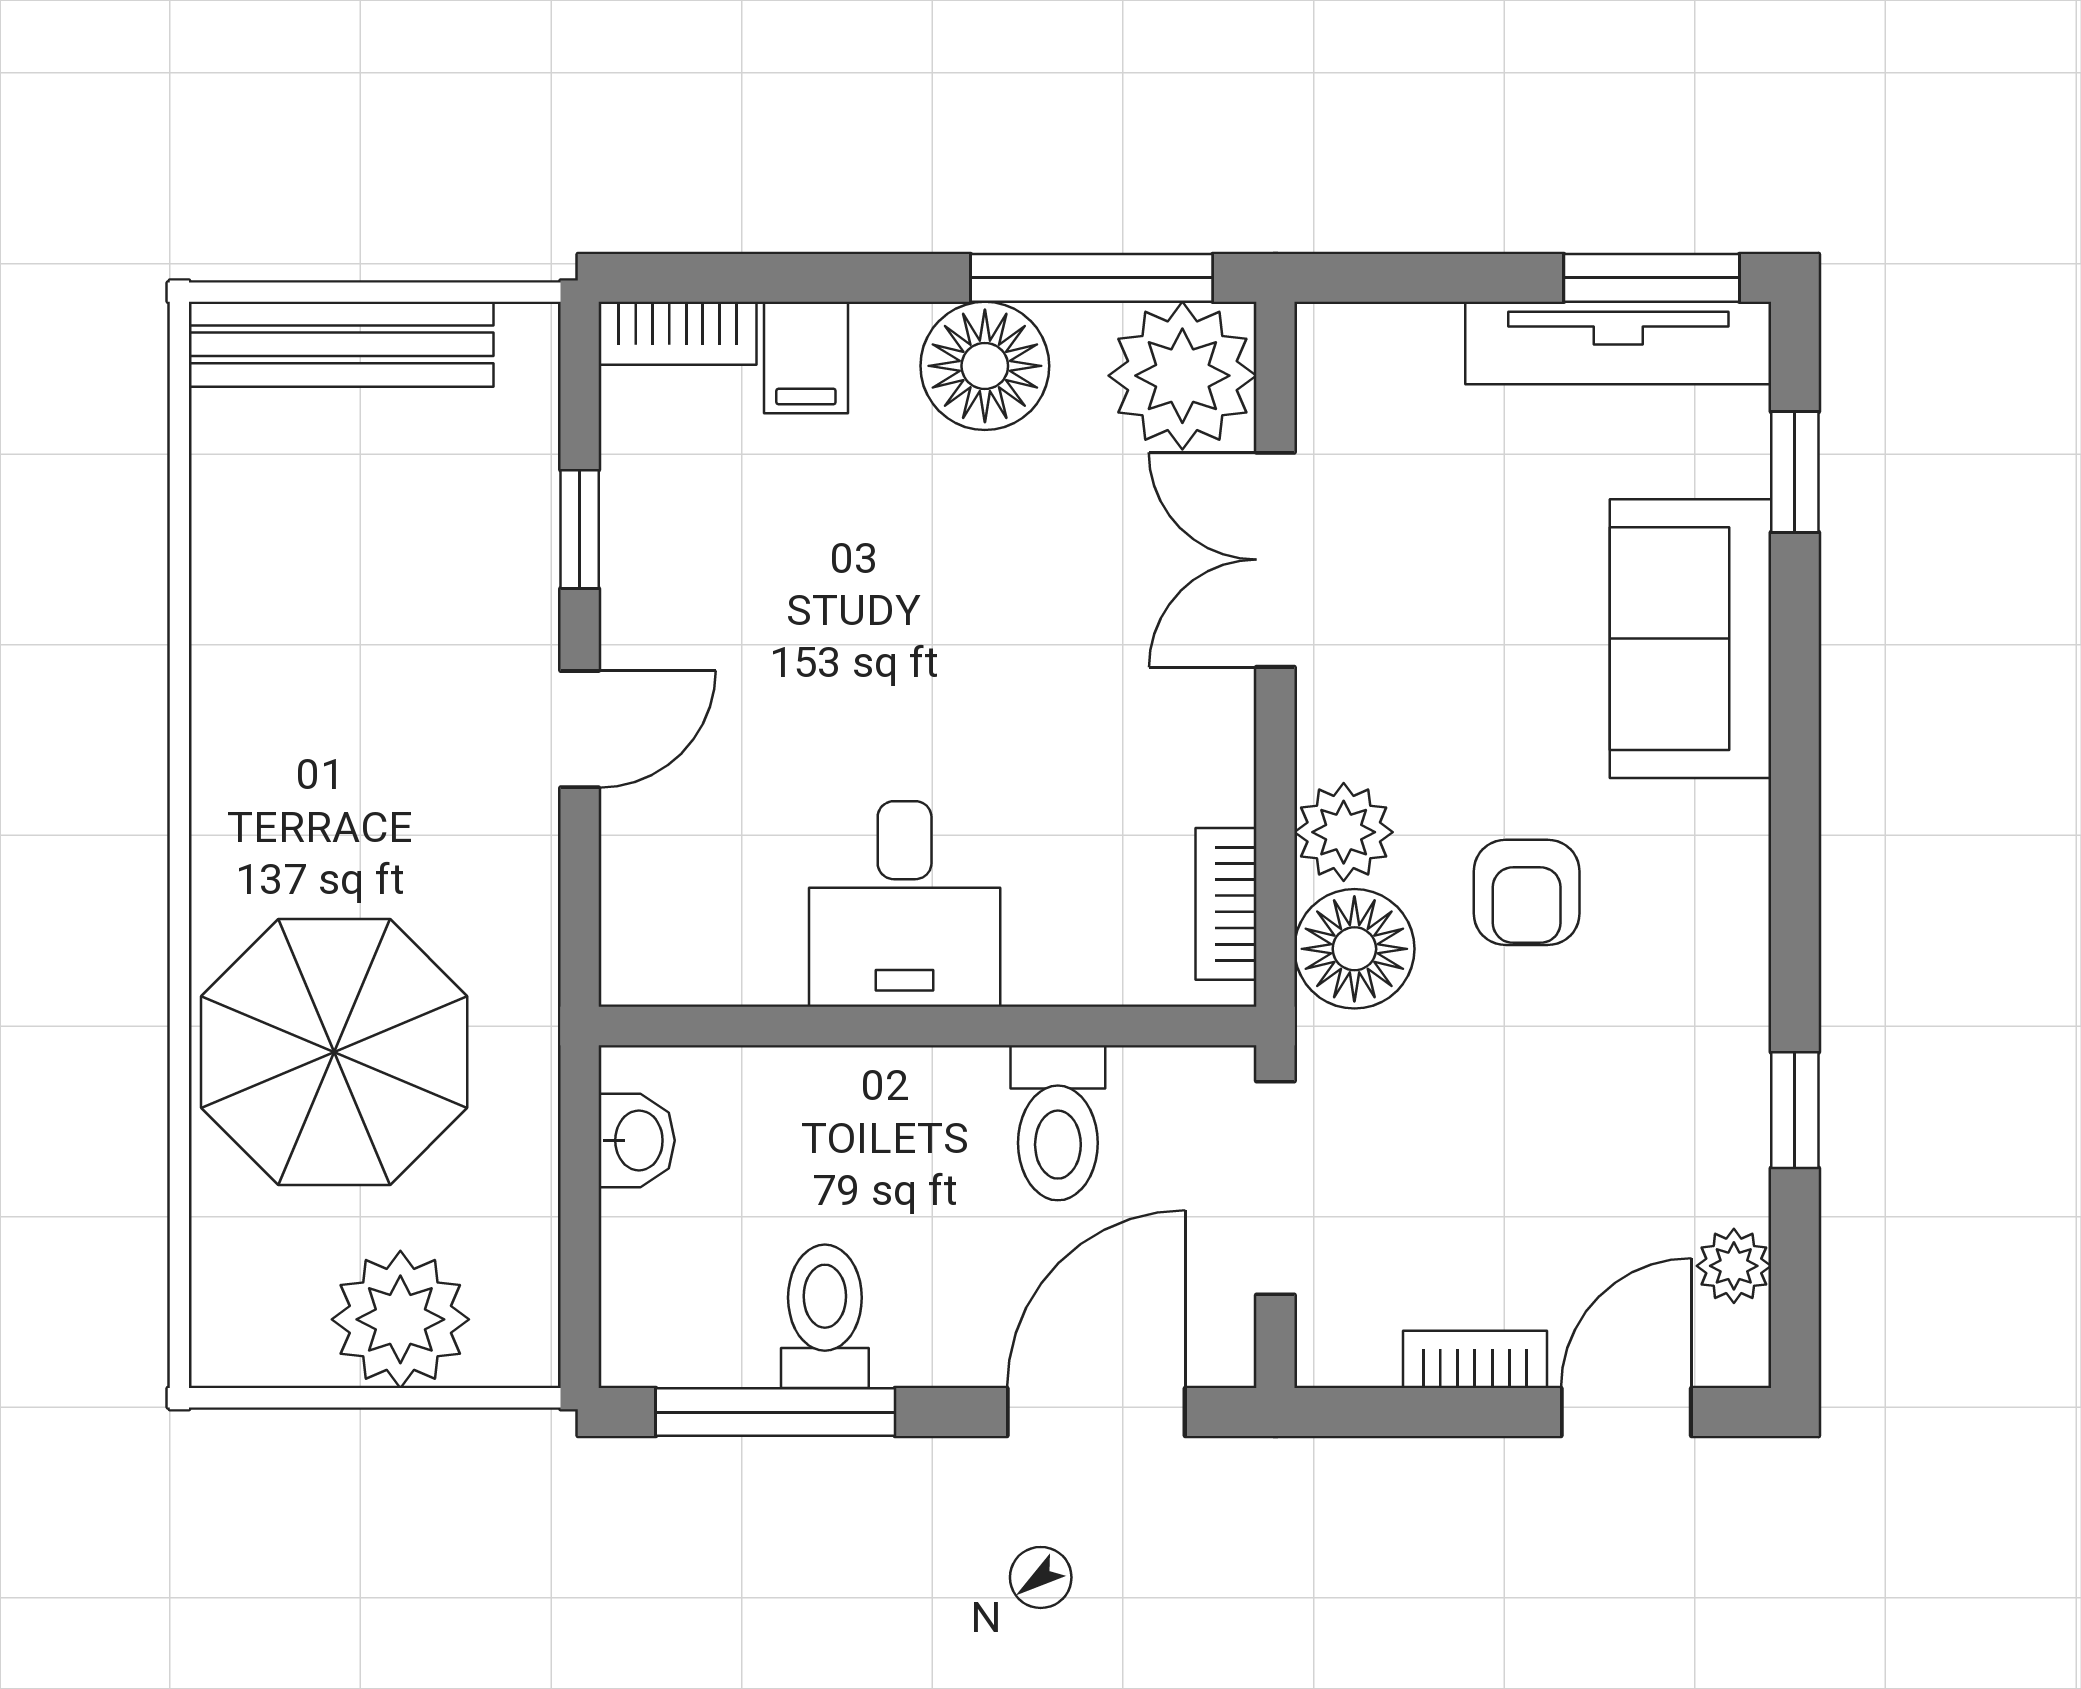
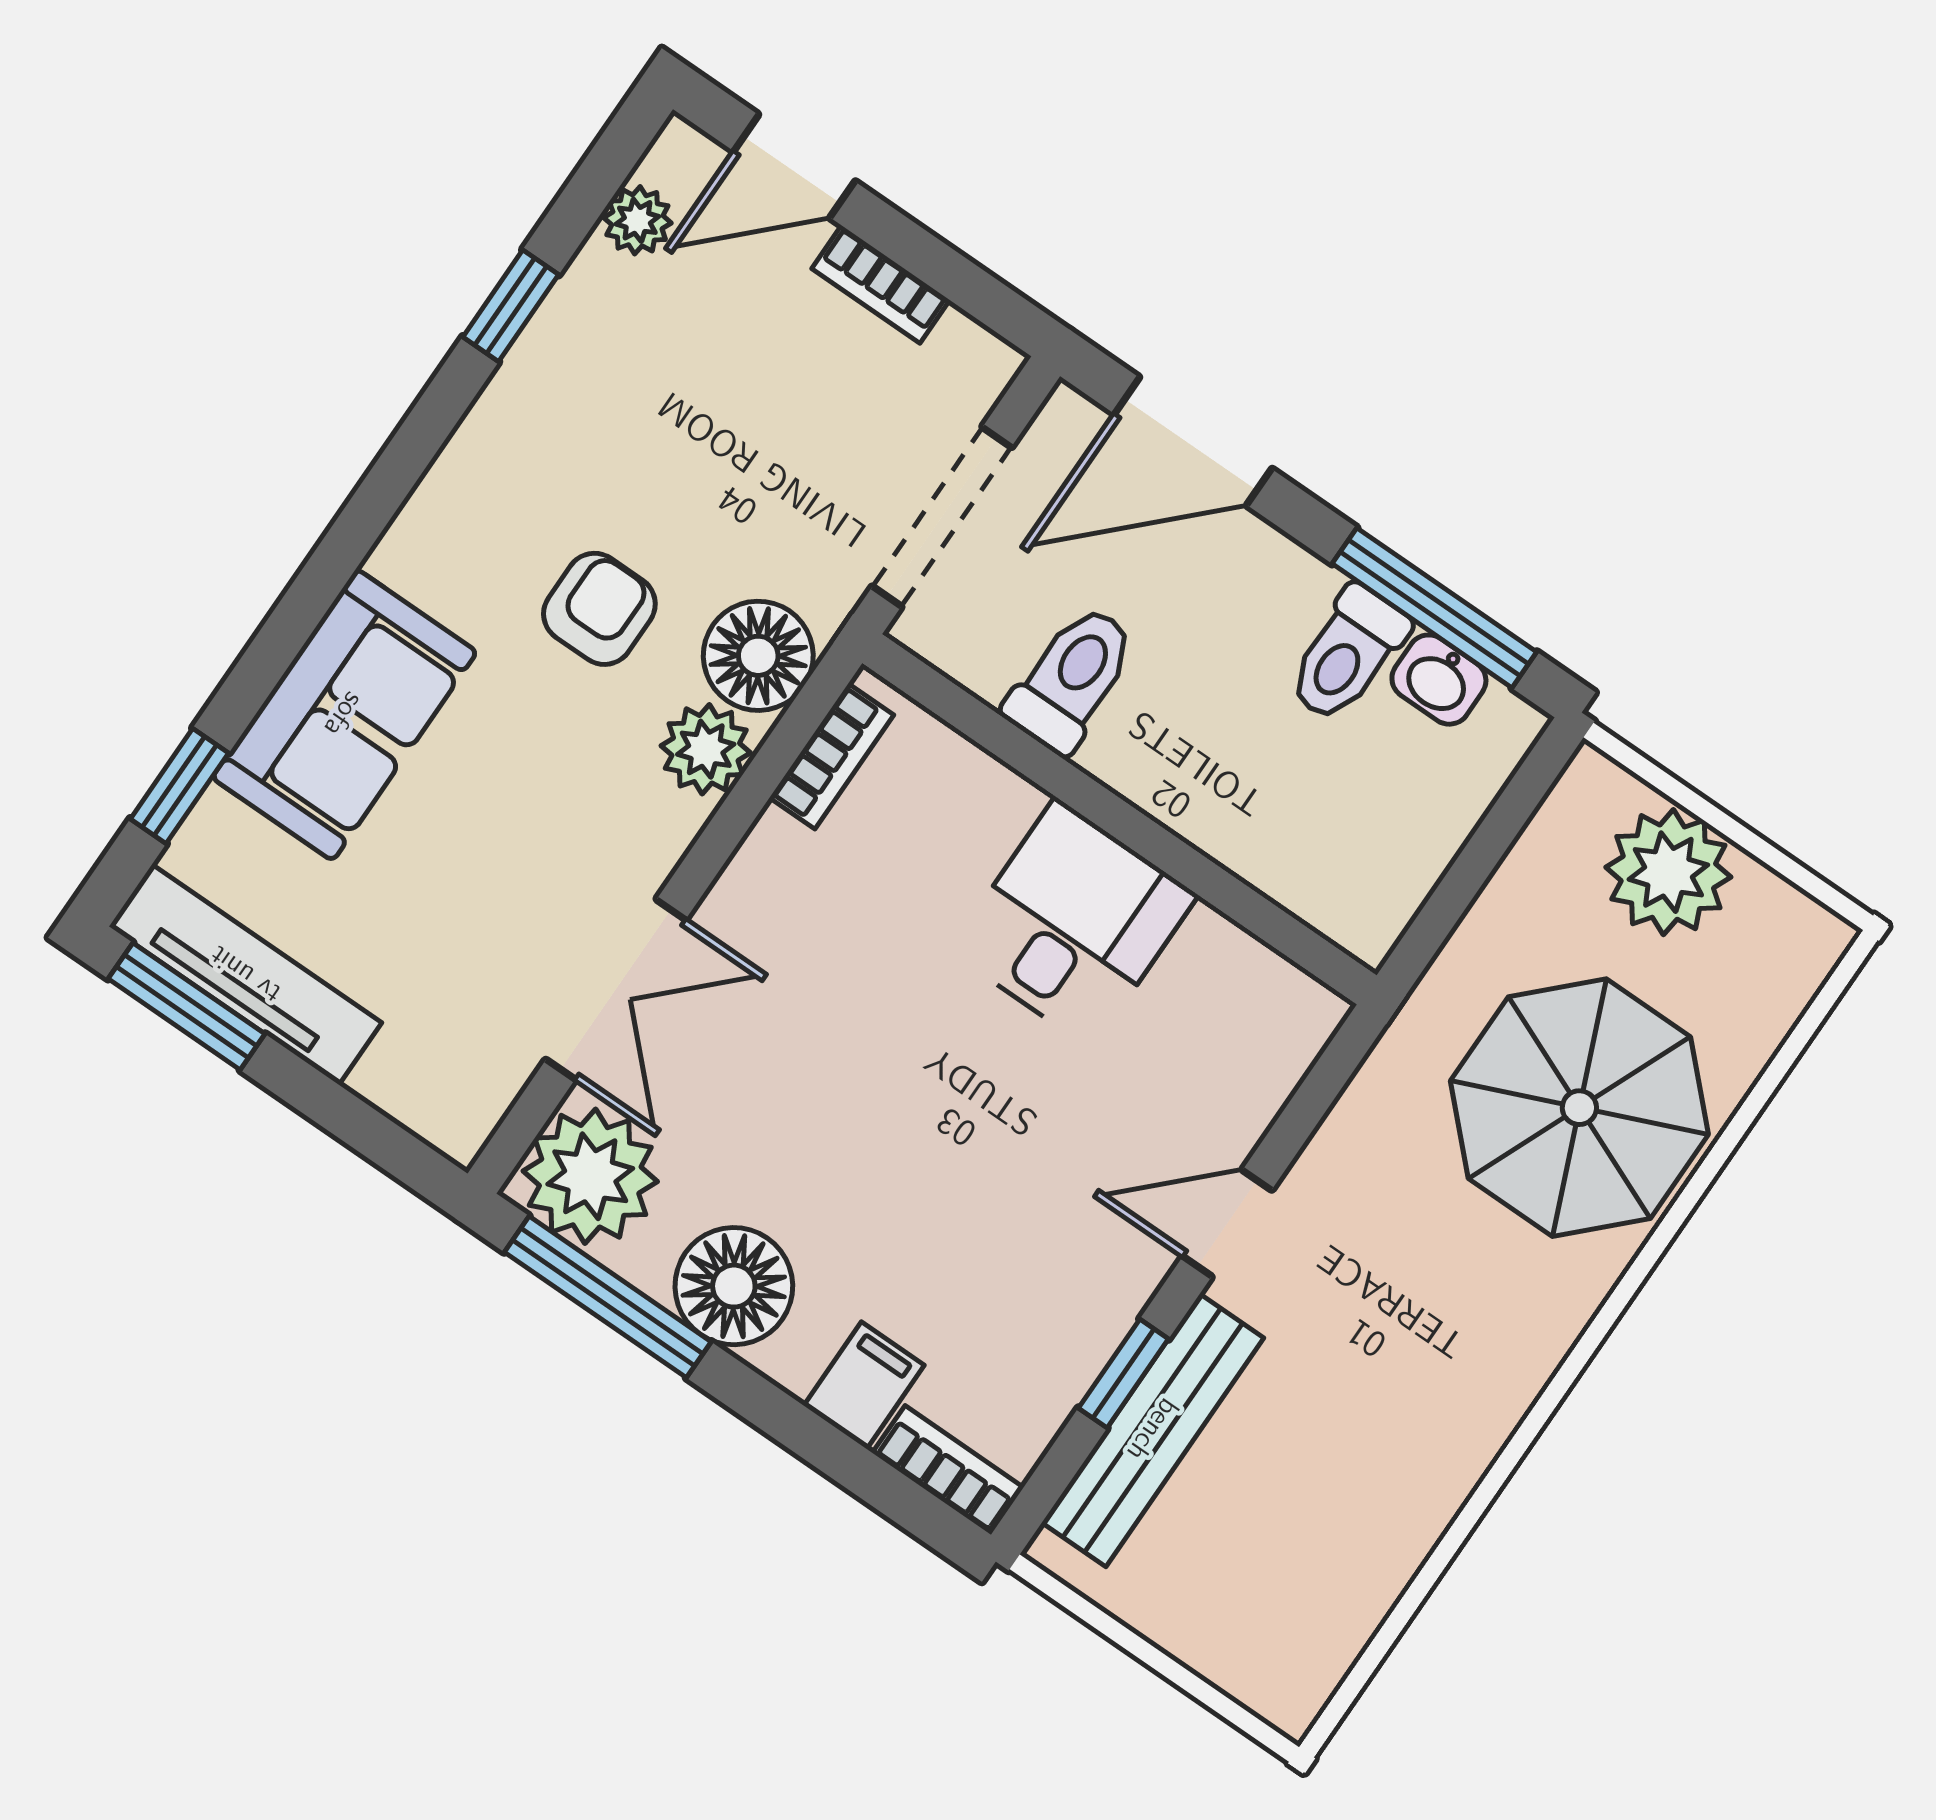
bench: (341, 344) -> (1153, 1430), moved, turned 90
washbasin: (637, 1140) -> (1439, 680), moved, turned -90

